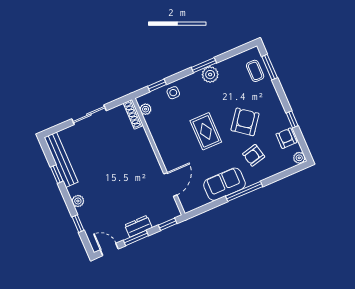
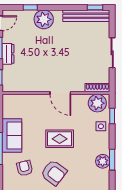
plant: (146, 109) -> (97, 103), width x1.88, depth x1.88
window: (57, 174) -> (95, 7), moved
door: (170, 184) -> (60, 93), moved
plant: (78, 201) -> (44, 19), width x1.88, depth x1.88

